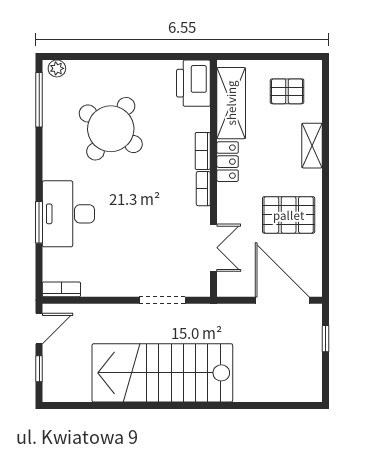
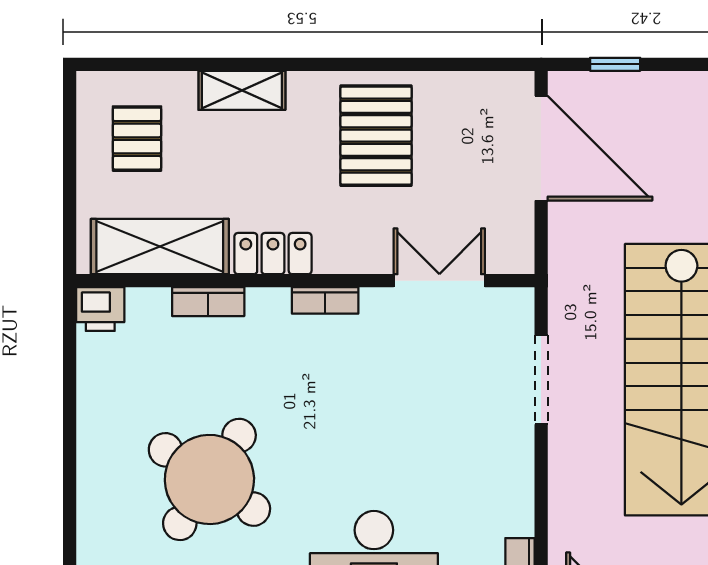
printer: (193, 83) -> (100, 309), width x0.53, depth x0.68
bookcase: (203, 151) -> (208, 302), moved
door: (282, 300) -> (541, 148), swing flipped

